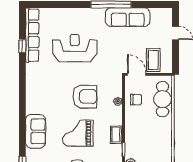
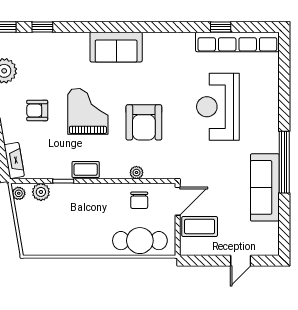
reception desk: (75, 48) -> (218, 107), turned 180
sofa: (36, 131) -> (116, 47), moved

